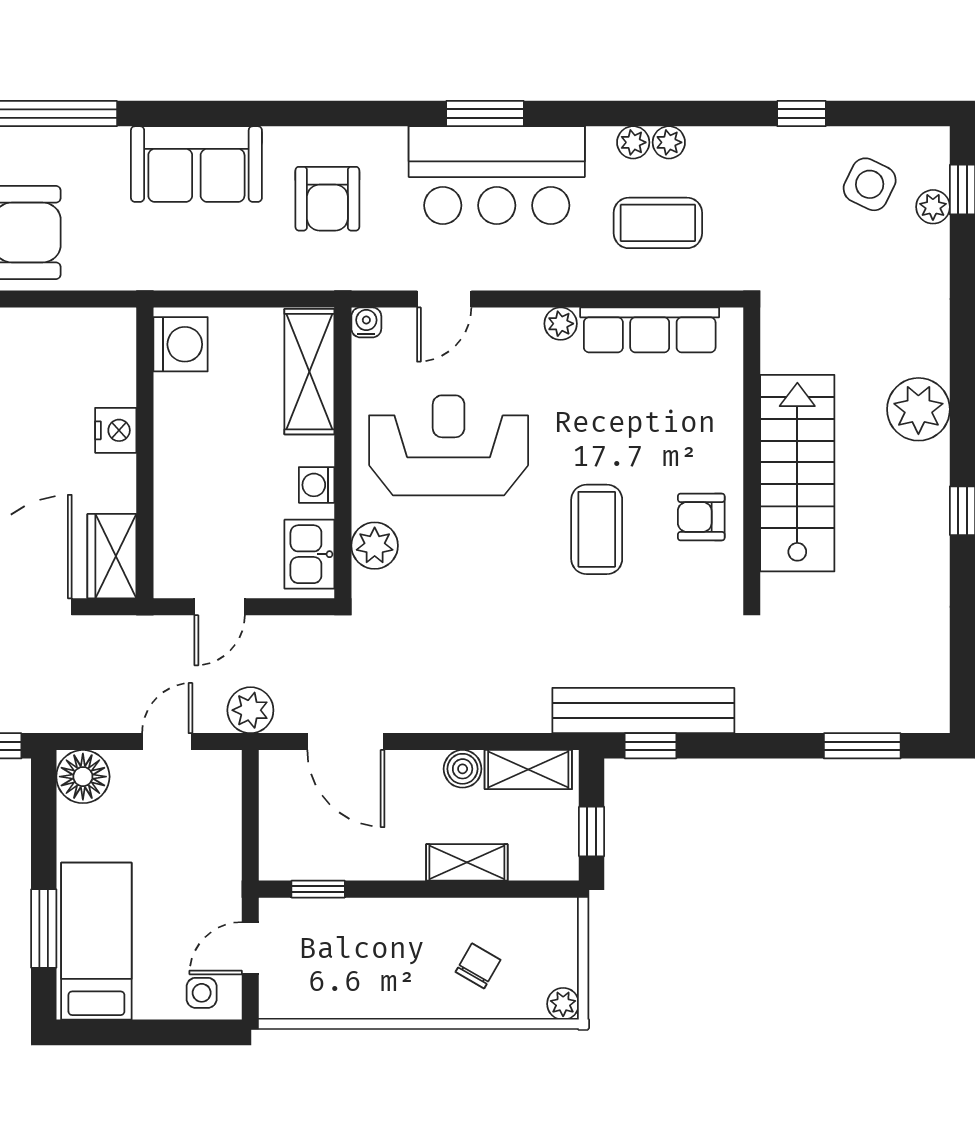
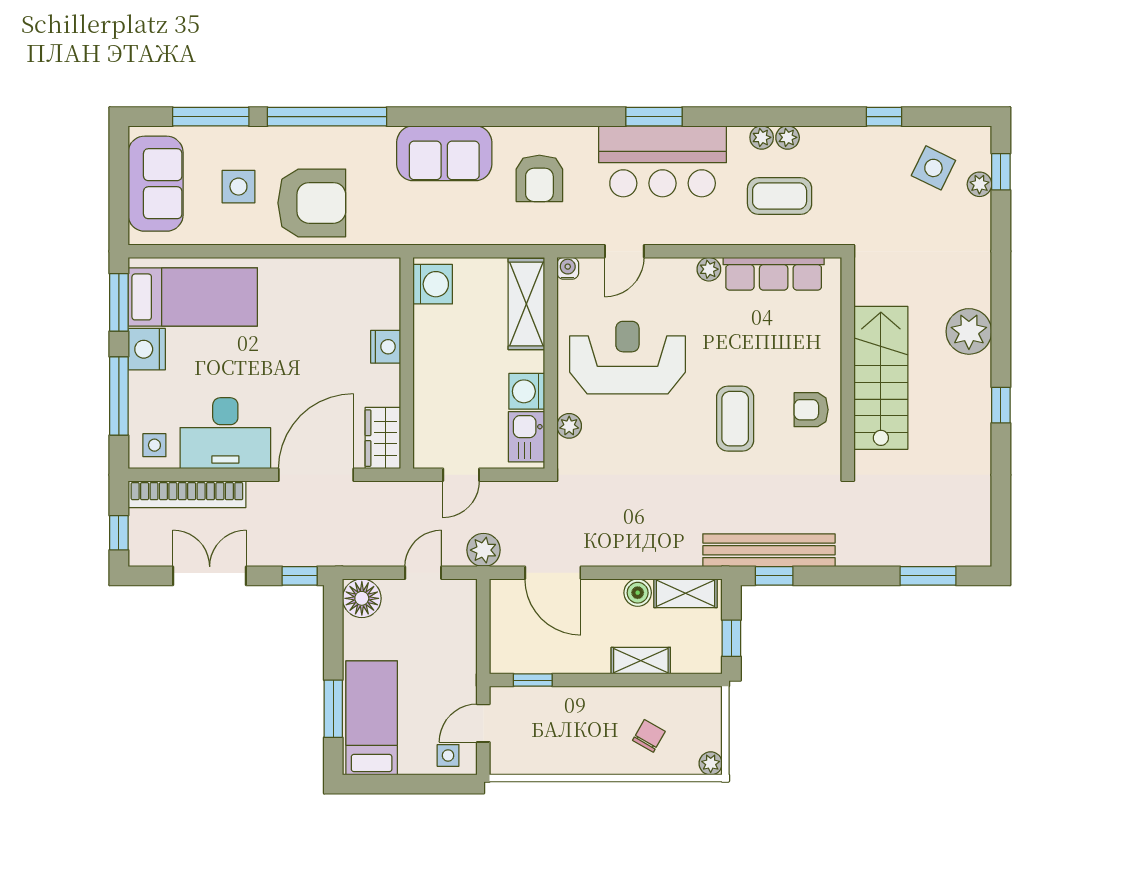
washing machine: (317, 485) -> (527, 391), width x1.38, depth x1.38
plant: (375, 546) -> (569, 426), width x0.73, depth x0.73

